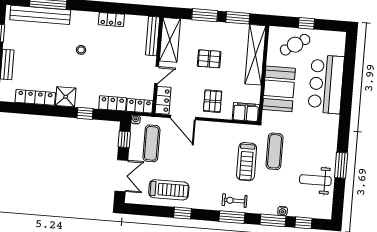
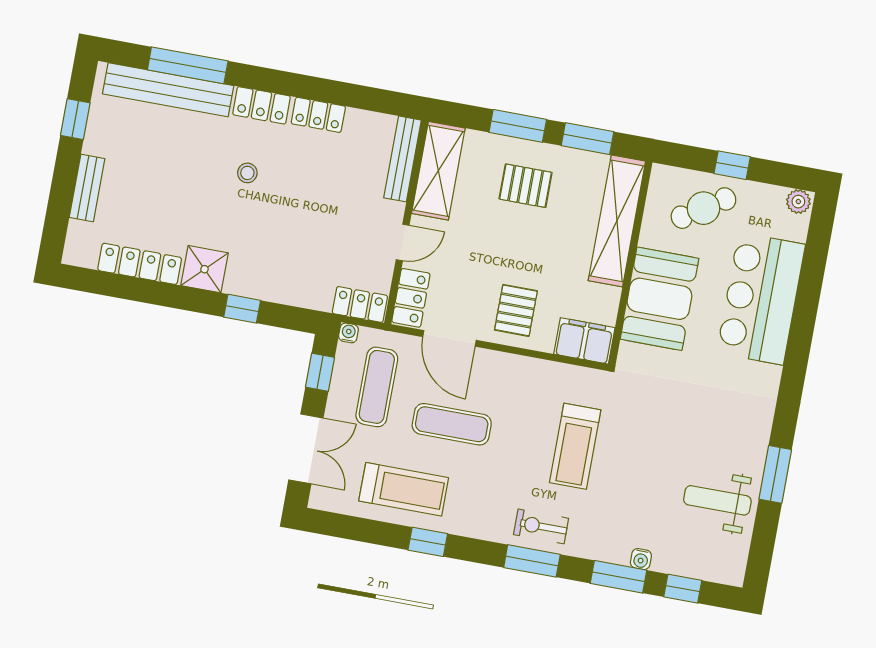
plant: (339, 37) -> (798, 202), added
pallet: (209, 59) -> (526, 186), moved
locker: (113, 103) -> (262, 105), moved, turned 180
exercise mat: (275, 151) -> (452, 424), moved, turned 90

